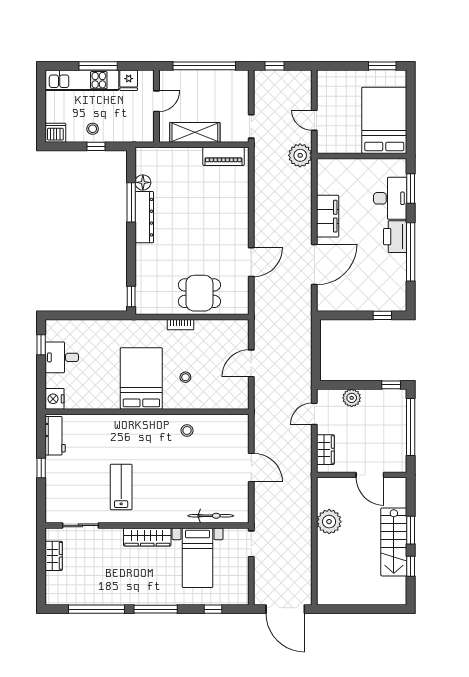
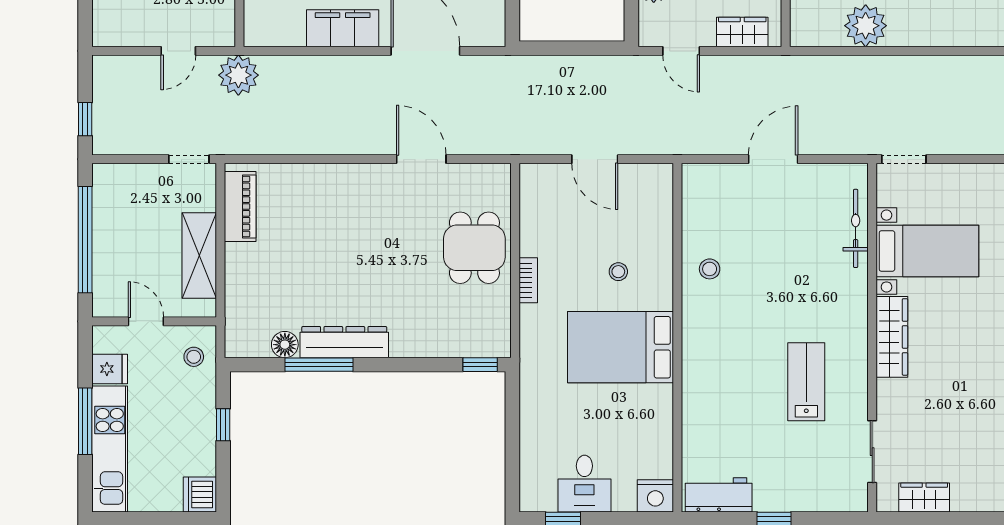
stool: (93, 129) -> (194, 357), moved
lab bench: (121, 487) -> (806, 382), turned 90

